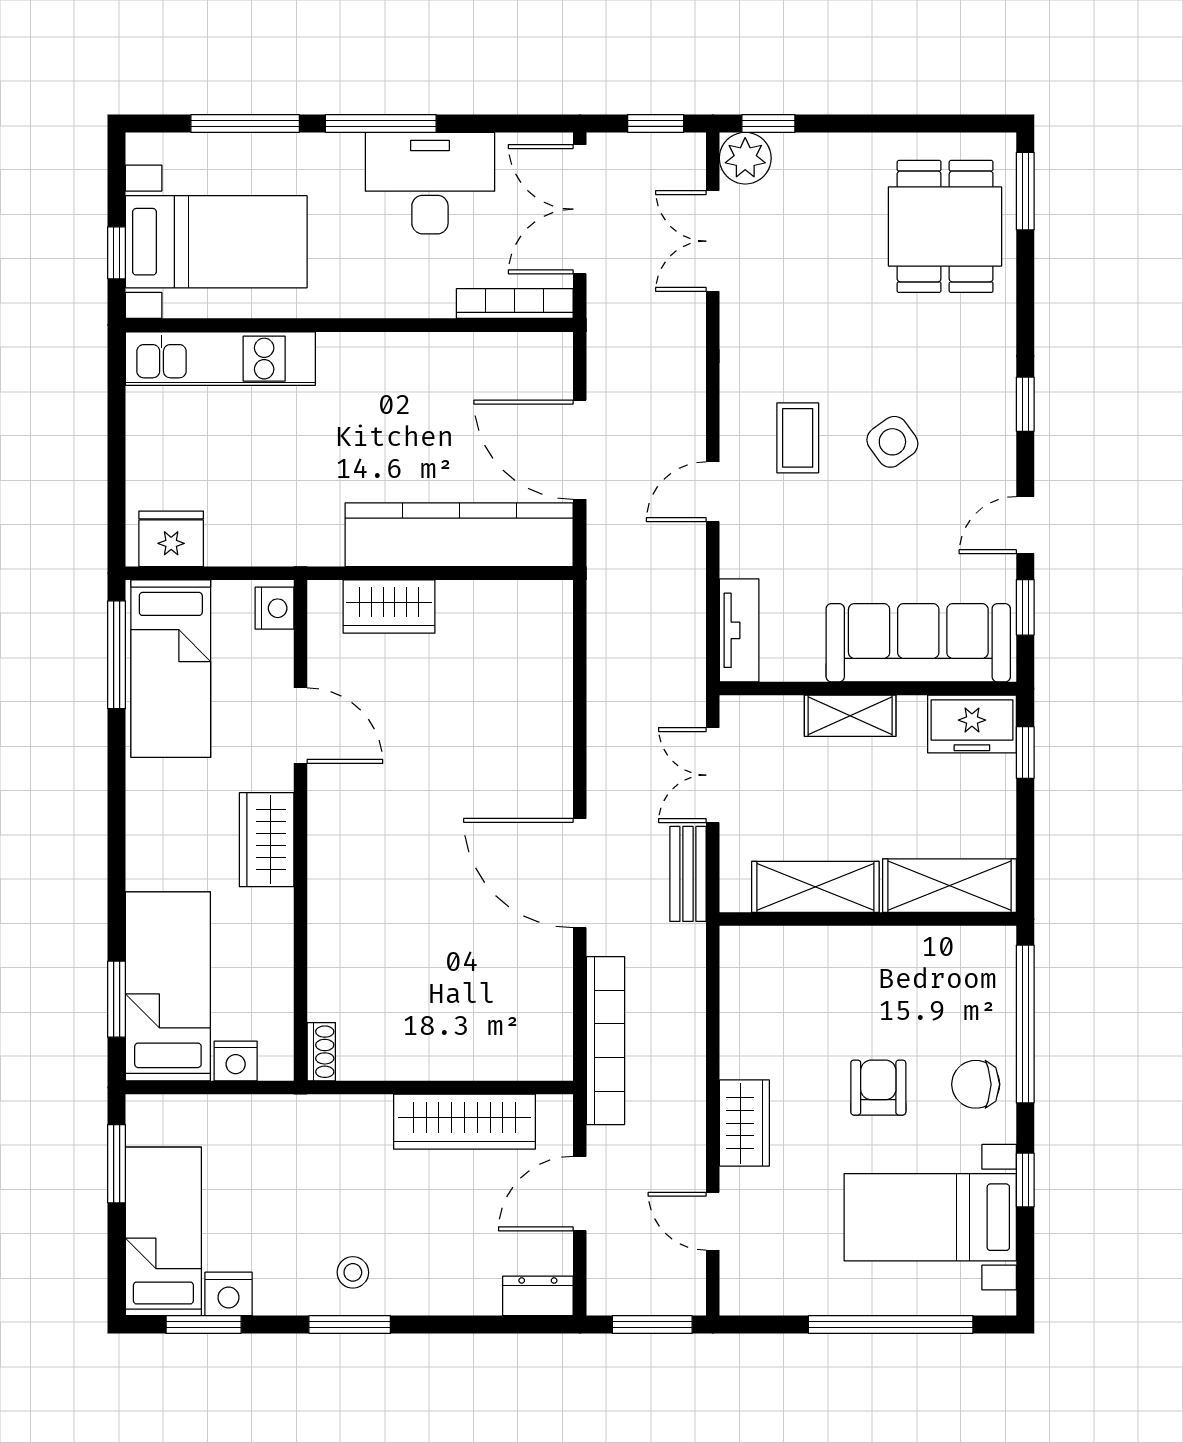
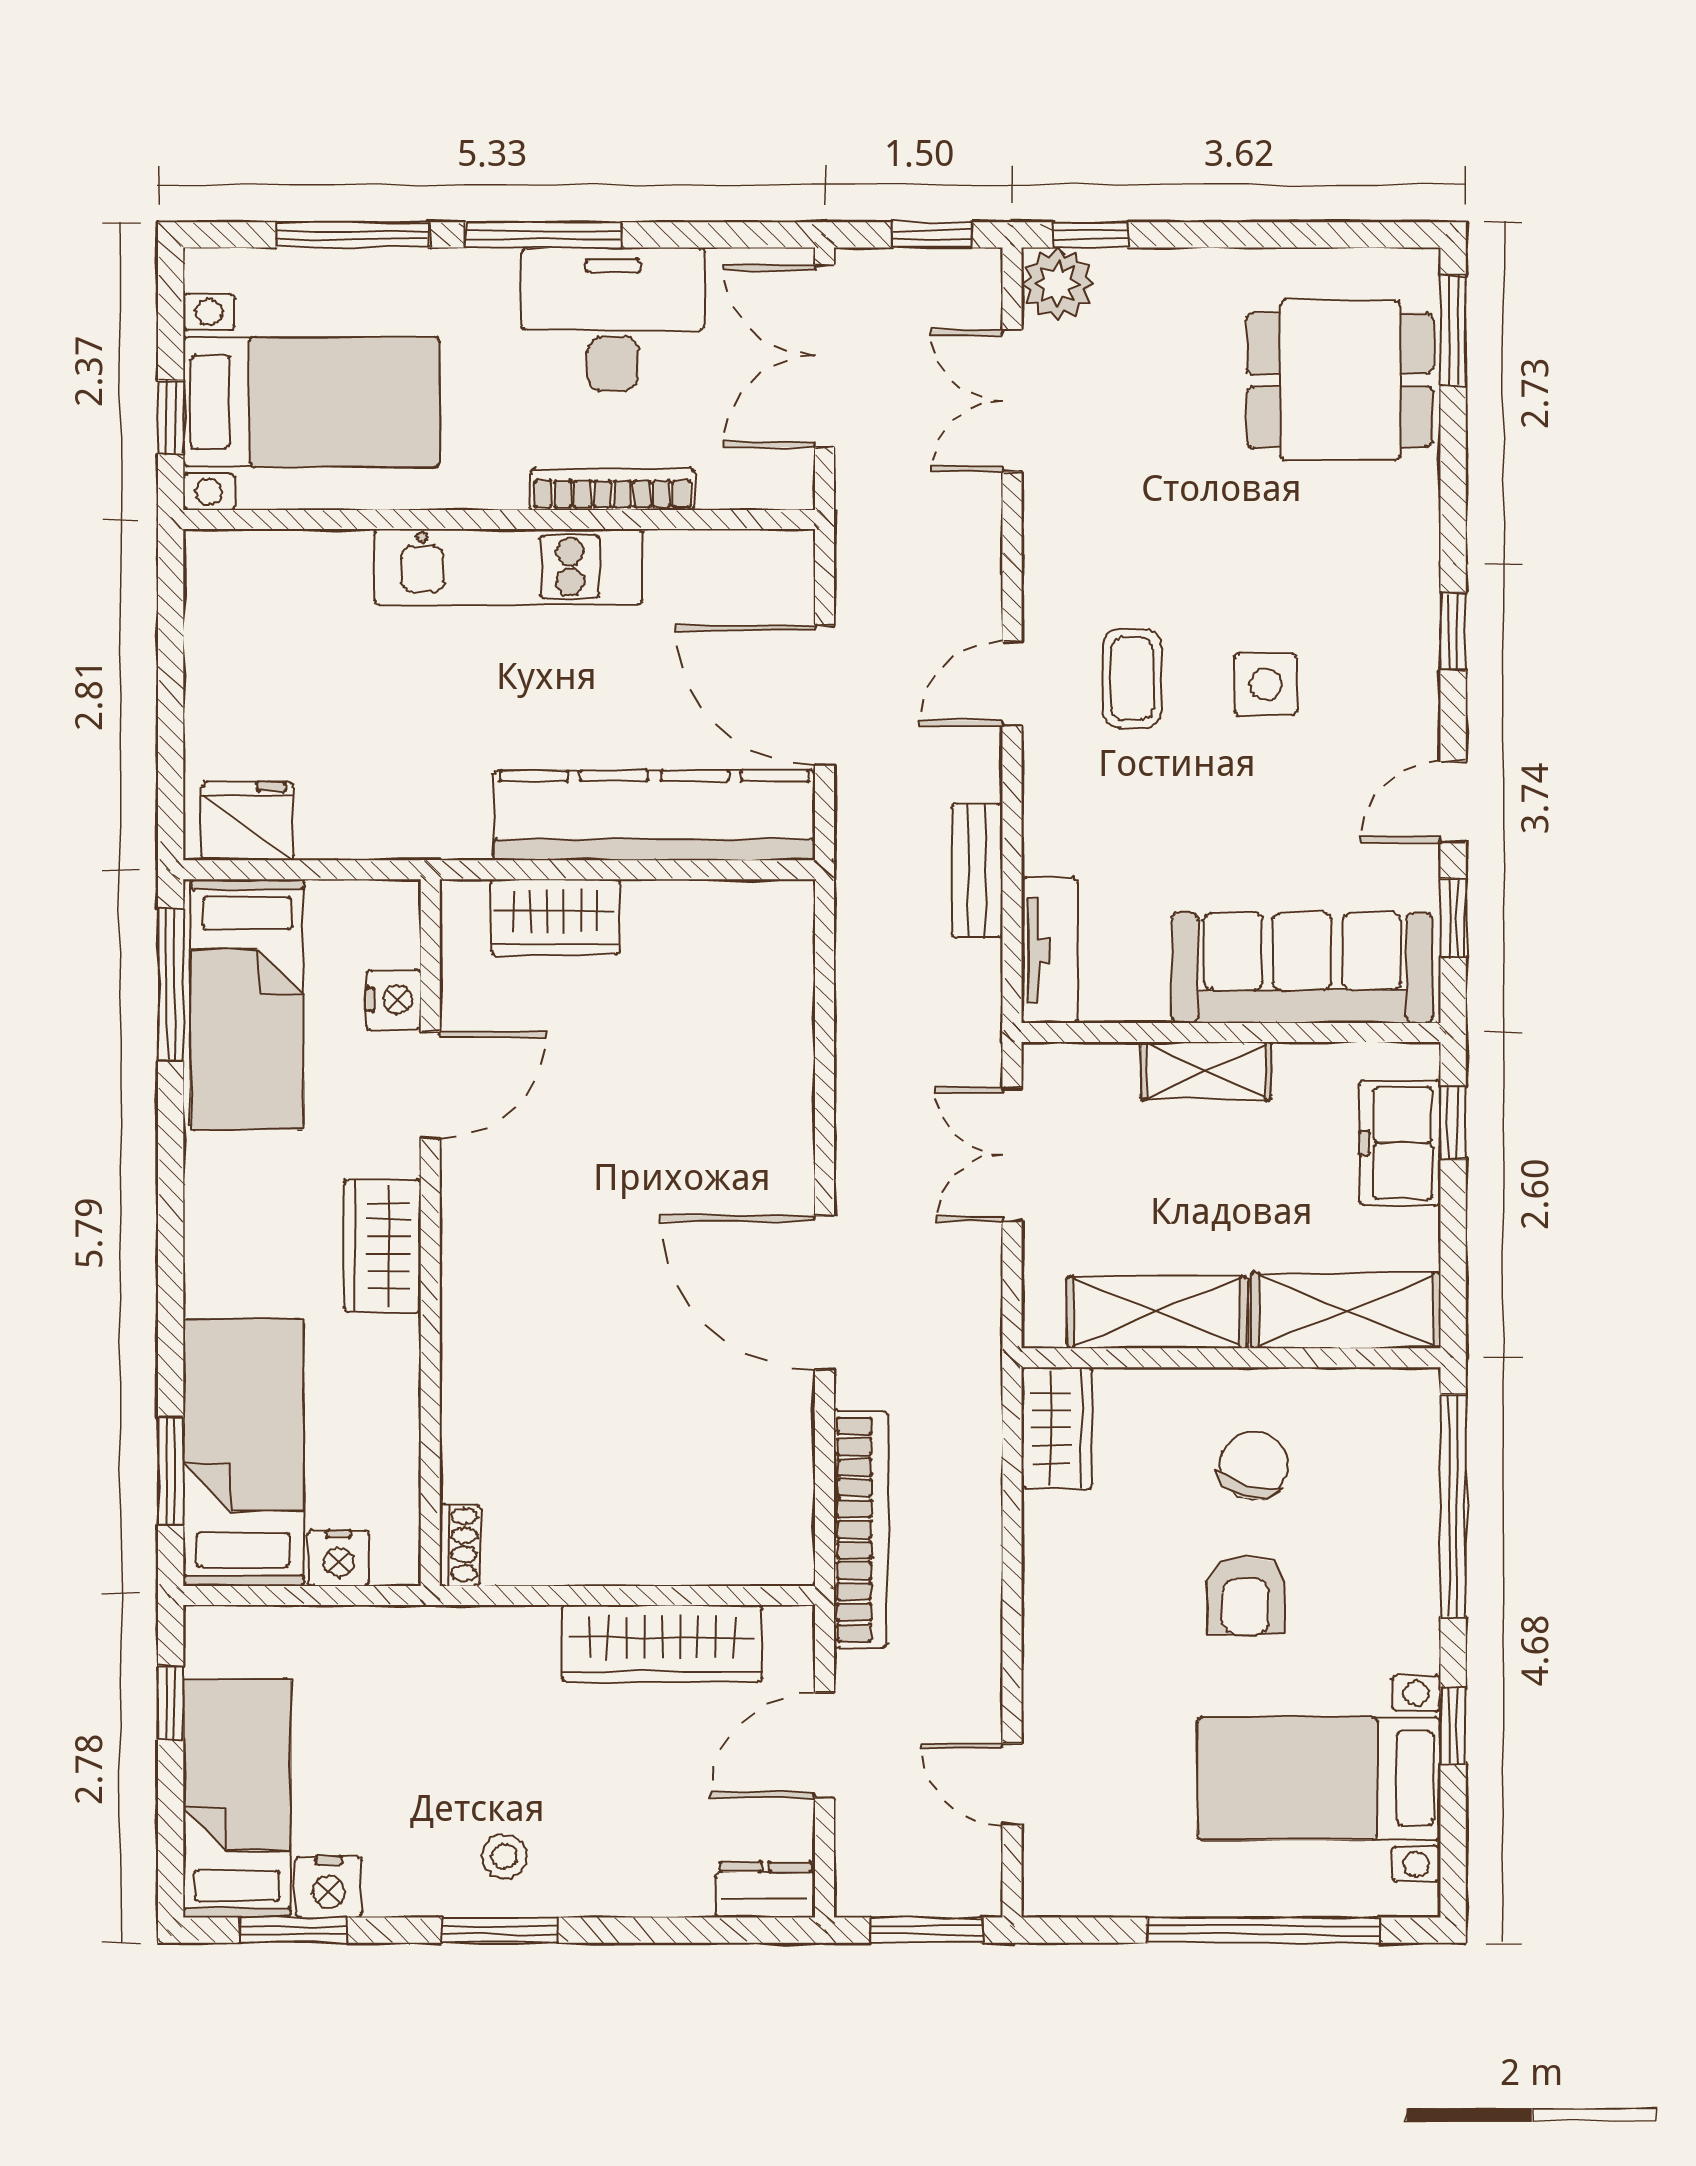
dining table: (945, 226) -> (1340, 380), turned 90
bookcase: (515, 304) -> (612, 489), moved
kitchen unit: (220, 359) -> (508, 567), moved
side table: (892, 442) -> (1266, 684), turned 36
door: (713, 492) -> (1012, 684), moved
nightstand: (275, 608) -> (394, 1000), moved
freezer: (972, 724) -> (1400, 1143), moved, turned 90
door: (301, 726) -> (430, 1085), hinge flipped
bench: (688, 874) -> (977, 871), moved
chair: (976, 1084) -> (1253, 1466), moved, turned 107
armchair: (878, 1088) -> (1246, 1596), turned 180
wardrobe: (744, 1123) -> (1057, 1428), moved
window: (117, 1164) -> (171, 1703), width x0.67

